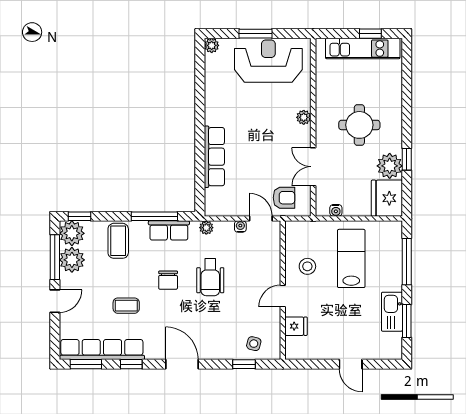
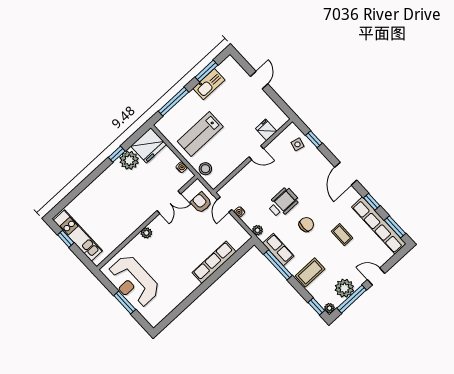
plant: (212, 45) -> (154, 321), removed
round table: (359, 125) -> (122, 198), removed
plant: (72, 233) -> (329, 308), width x0.53, depth x0.53
stool: (307, 266) -> (205, 169), moved

